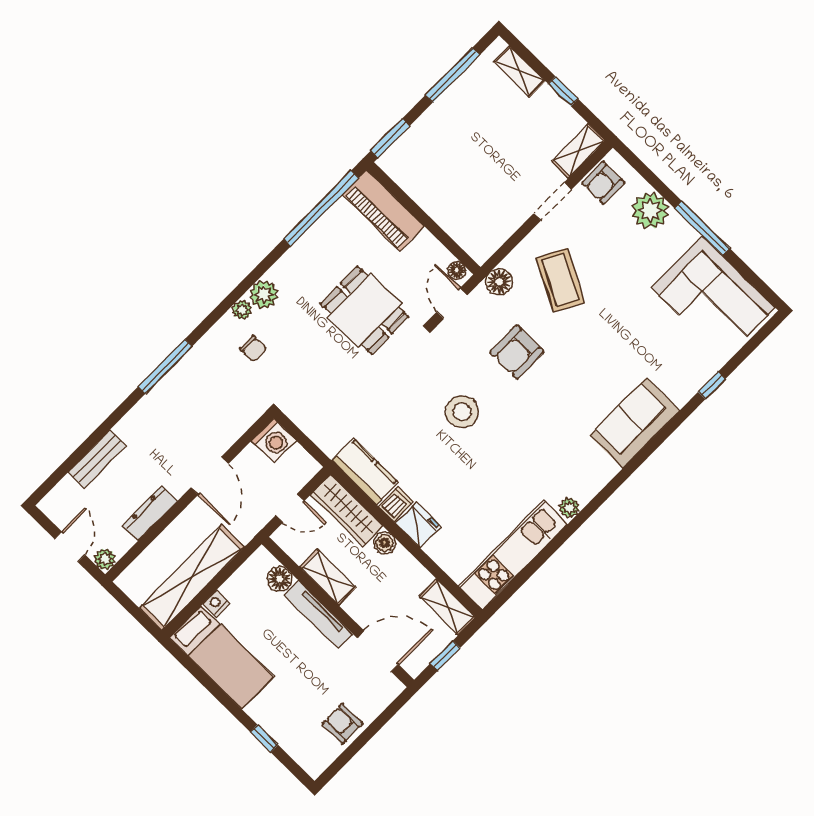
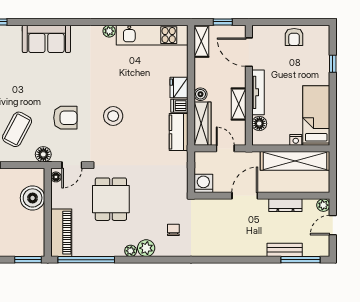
boiler: (459, 217) -> (33, 198), added
plant: (242, 310) -> (131, 251), moved
window: (165, 366) -> (300, 260), moved

